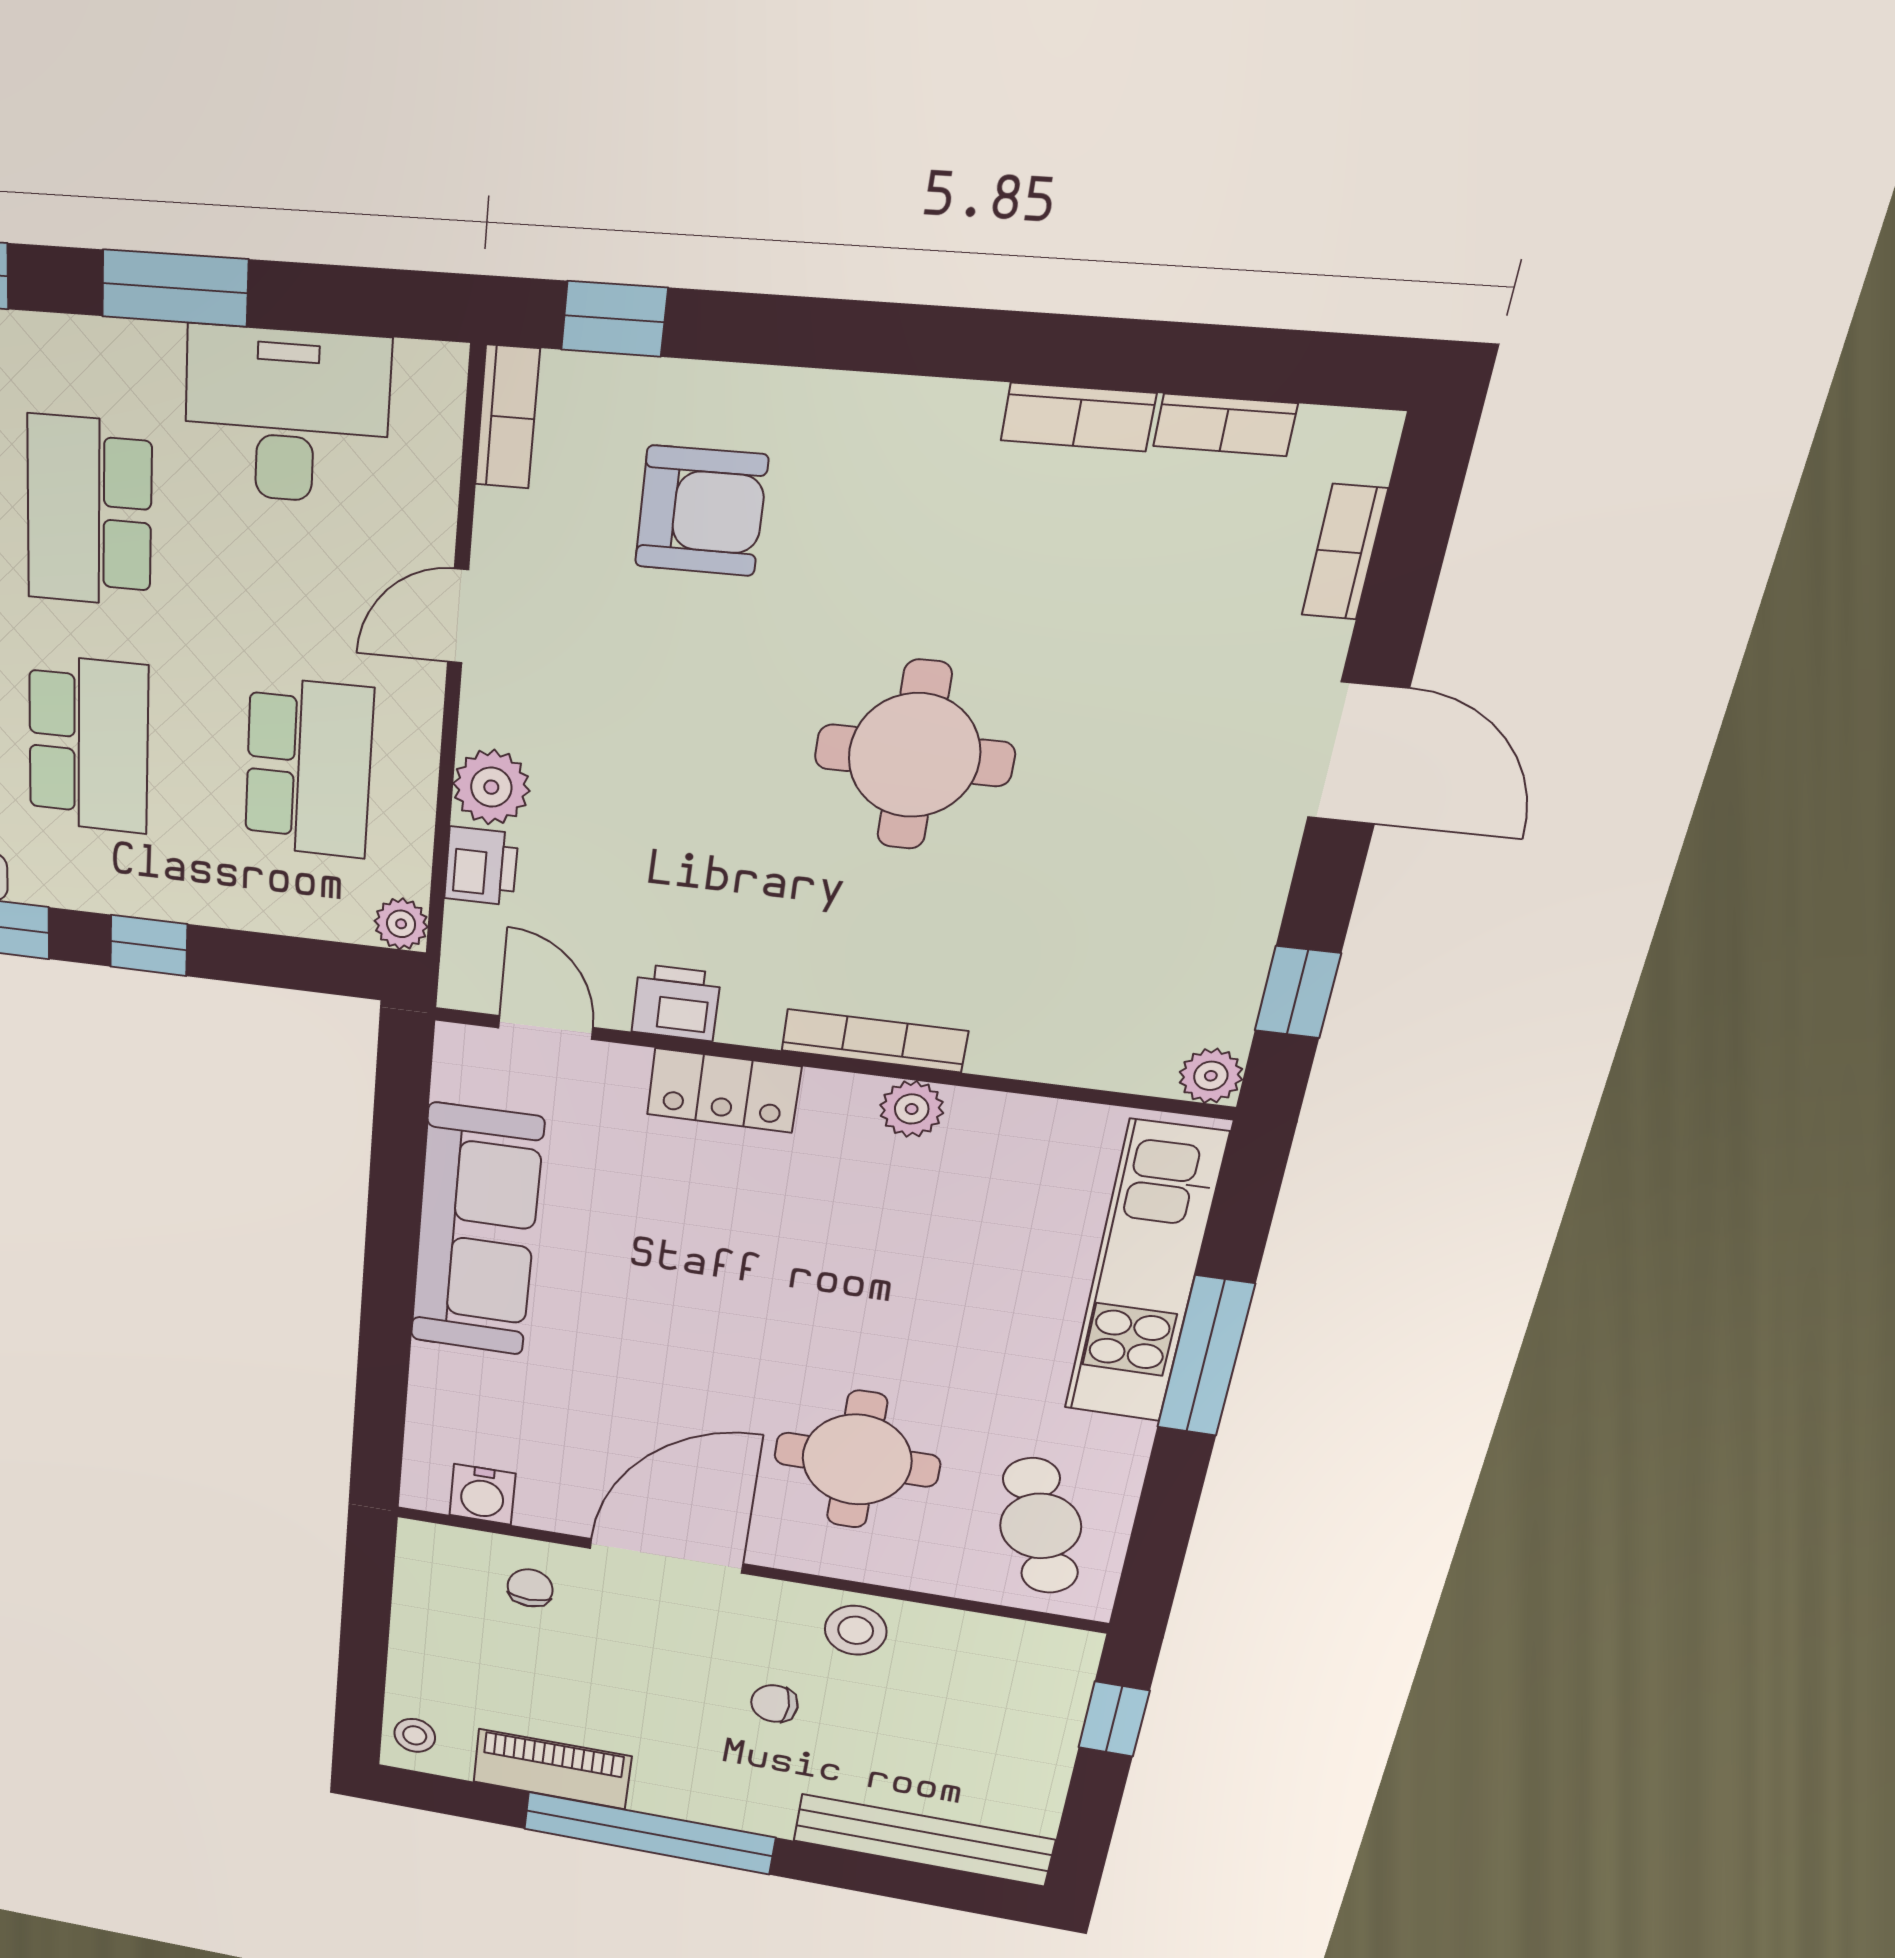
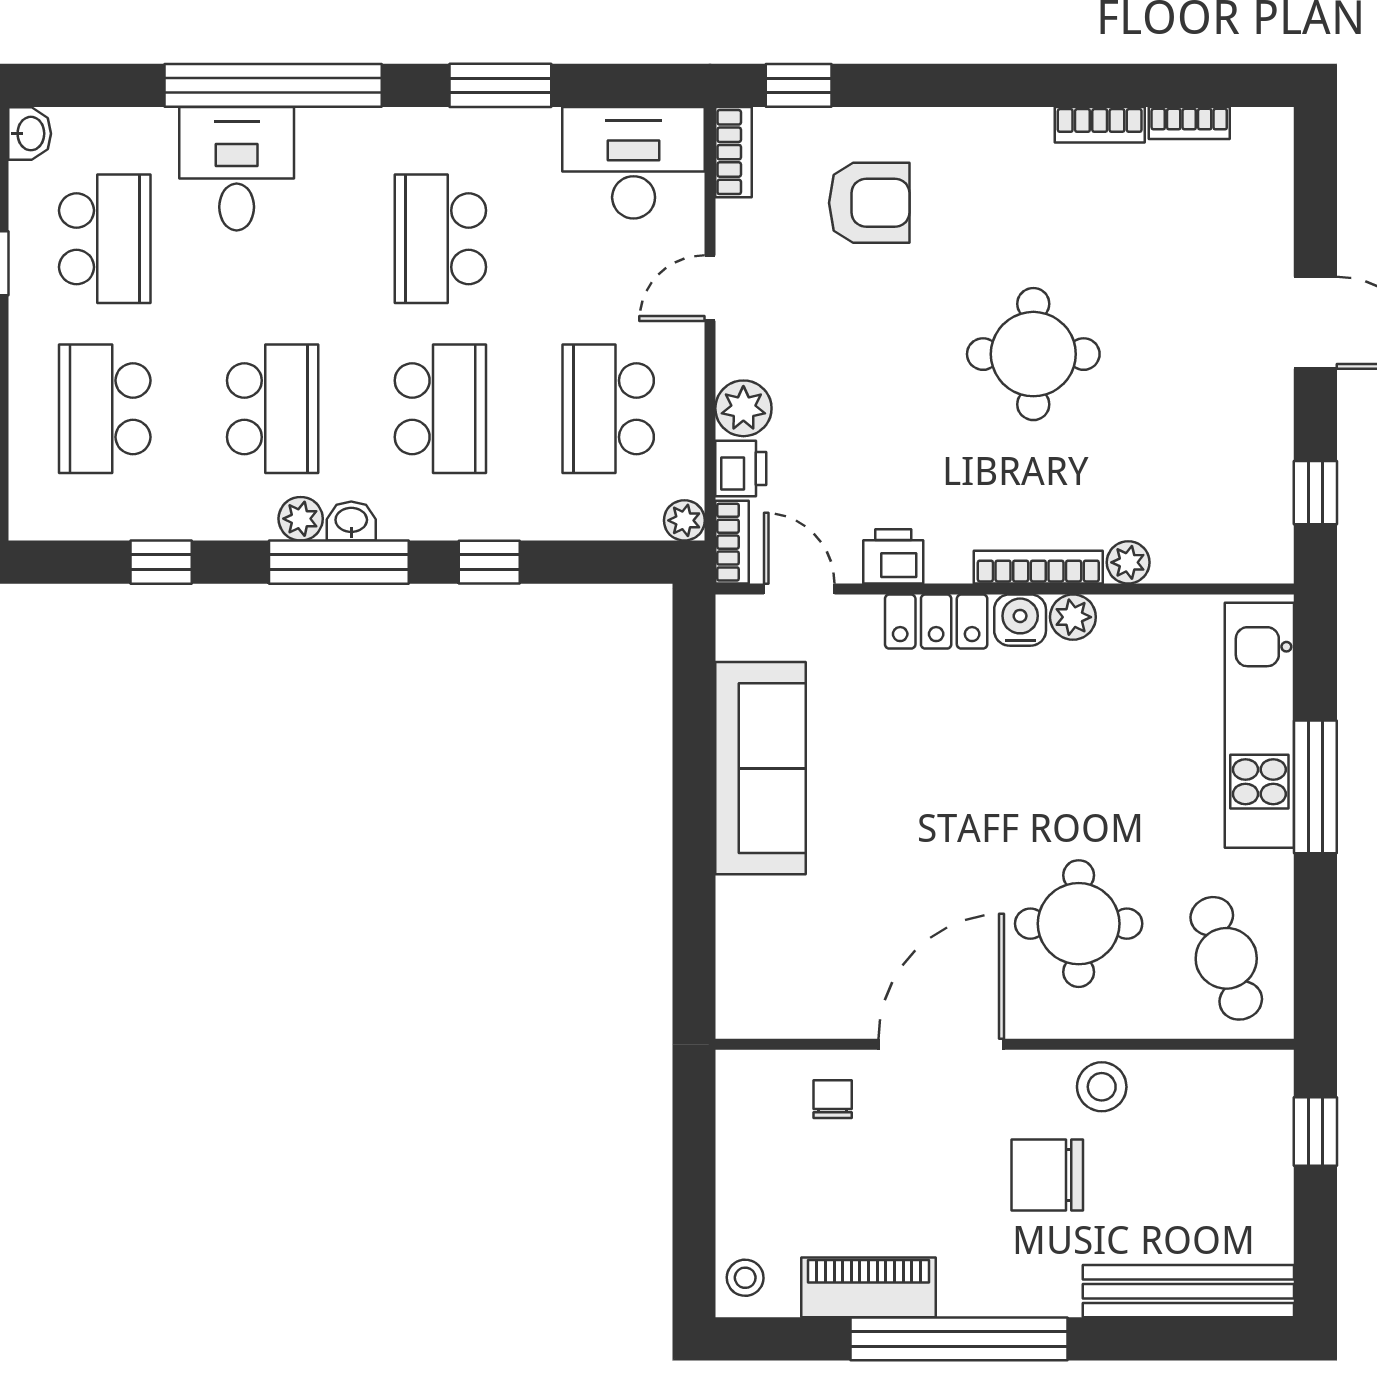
desk: (286, 416) -> (634, 163), moved
bookcase: (1345, 552) -> (732, 542), moved, turned 180
school desk: (308, 768) -> (608, 409), turned 180
plant: (1211, 1076) -> (1128, 562), moved
water cooler: (482, 1494) -> (1020, 620), moved, turned 180
chair: (774, 1704) -> (1047, 1175), width x1.87, depth x1.87

